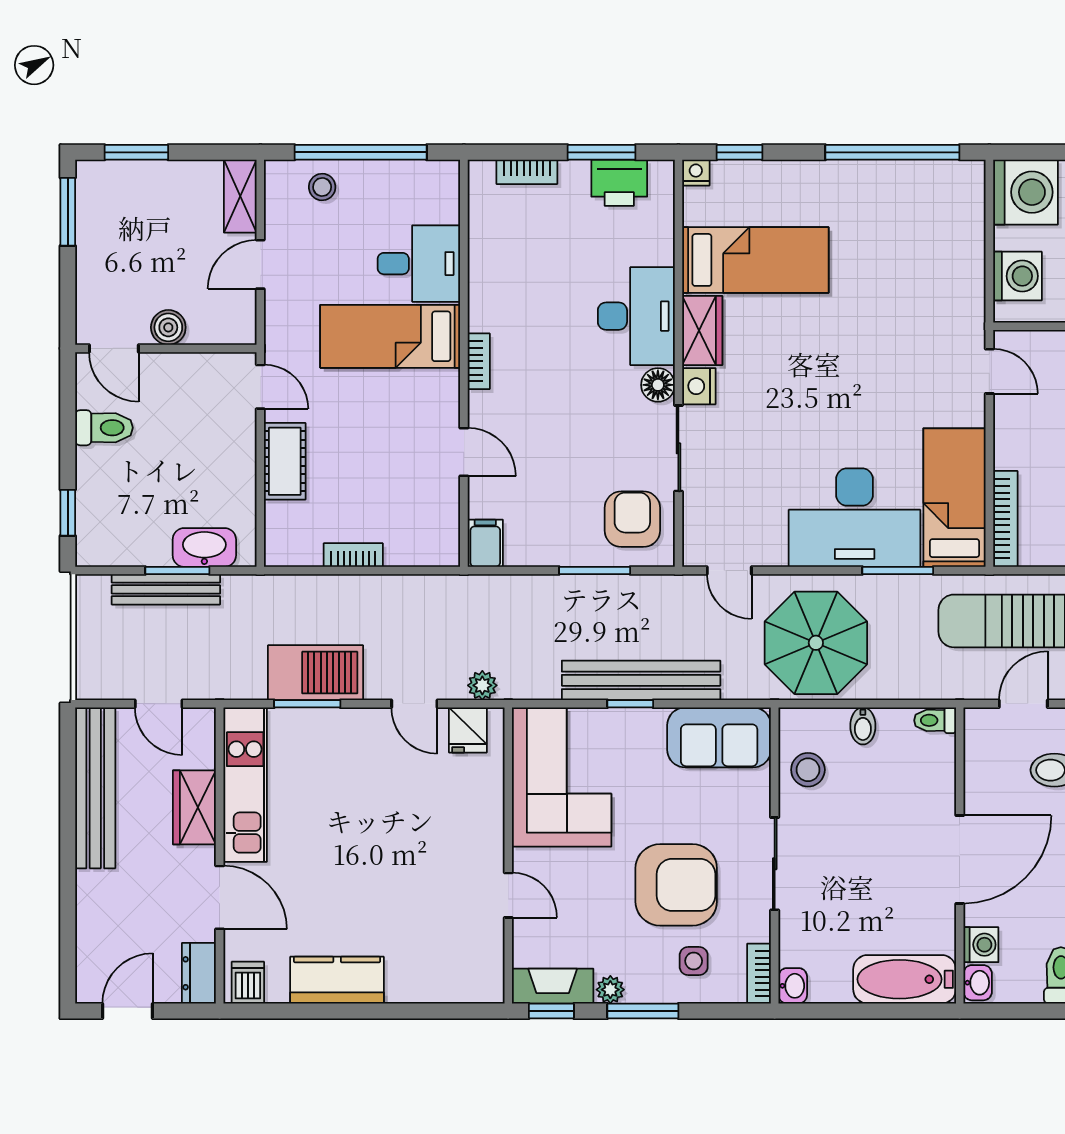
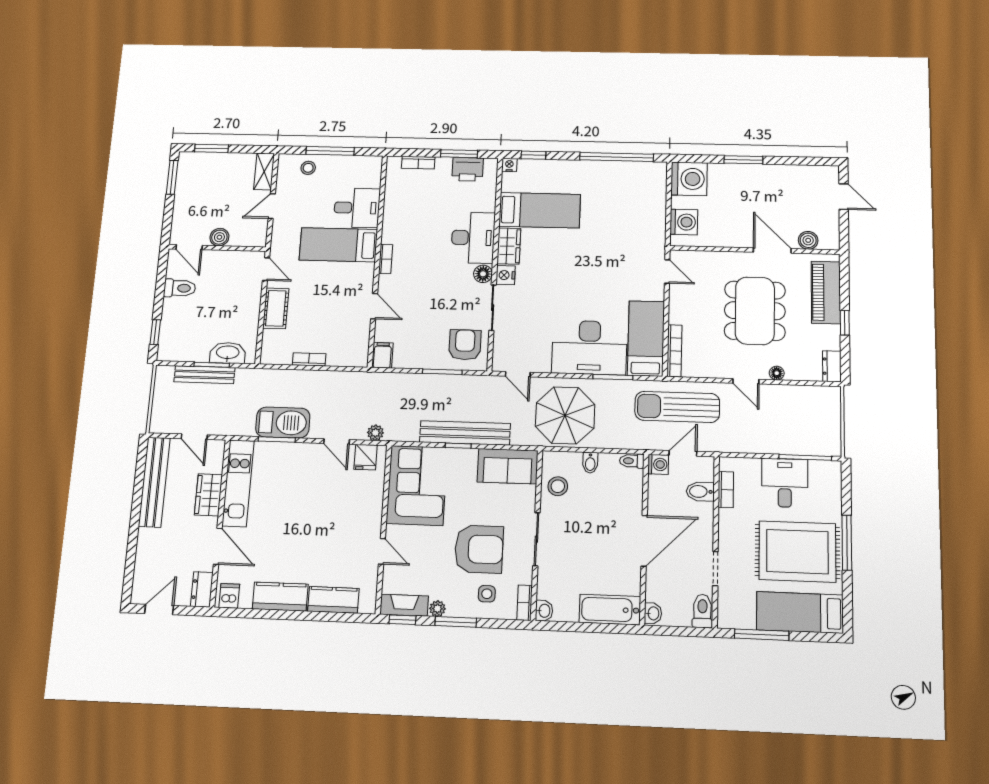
window: (361, 152) -> (330, 151), width x0.68
washing machine: (981, 945) -> (658, 464), moved
kitchen counter: (430, 982) -> (333, 600), added

